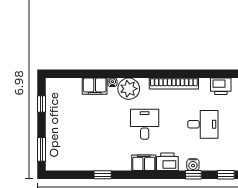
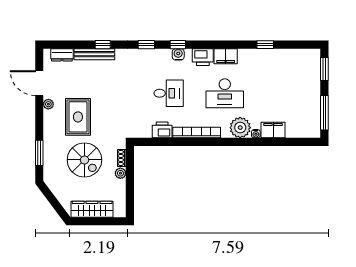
printer: (221, 86) -> (162, 130), moved
window: (41, 104) -> (324, 113), width x2.17
desk: (145, 124) -> (225, 93), width x1.37
desk: (203, 124) -> (169, 93), turned 180

